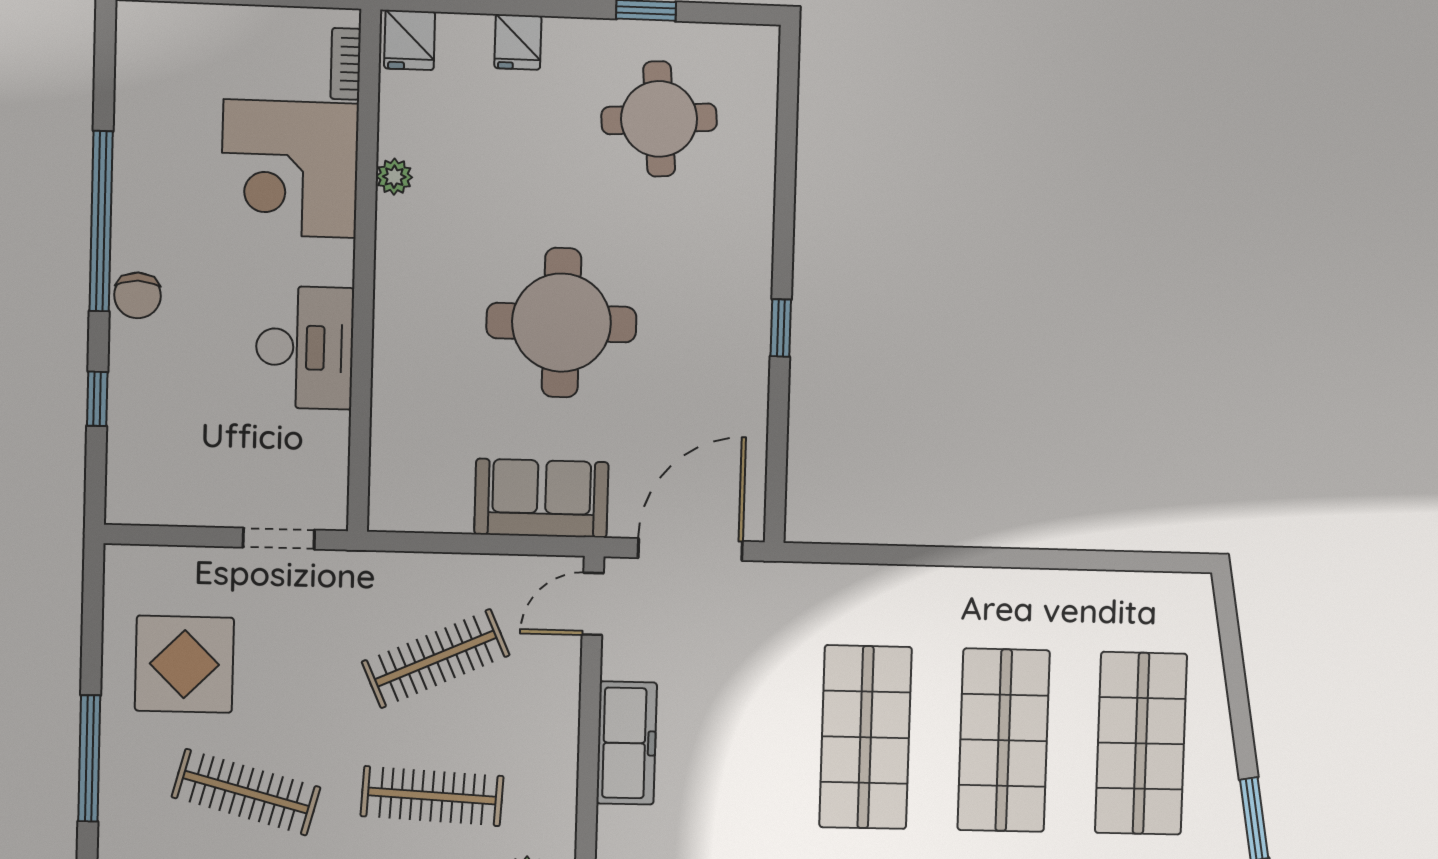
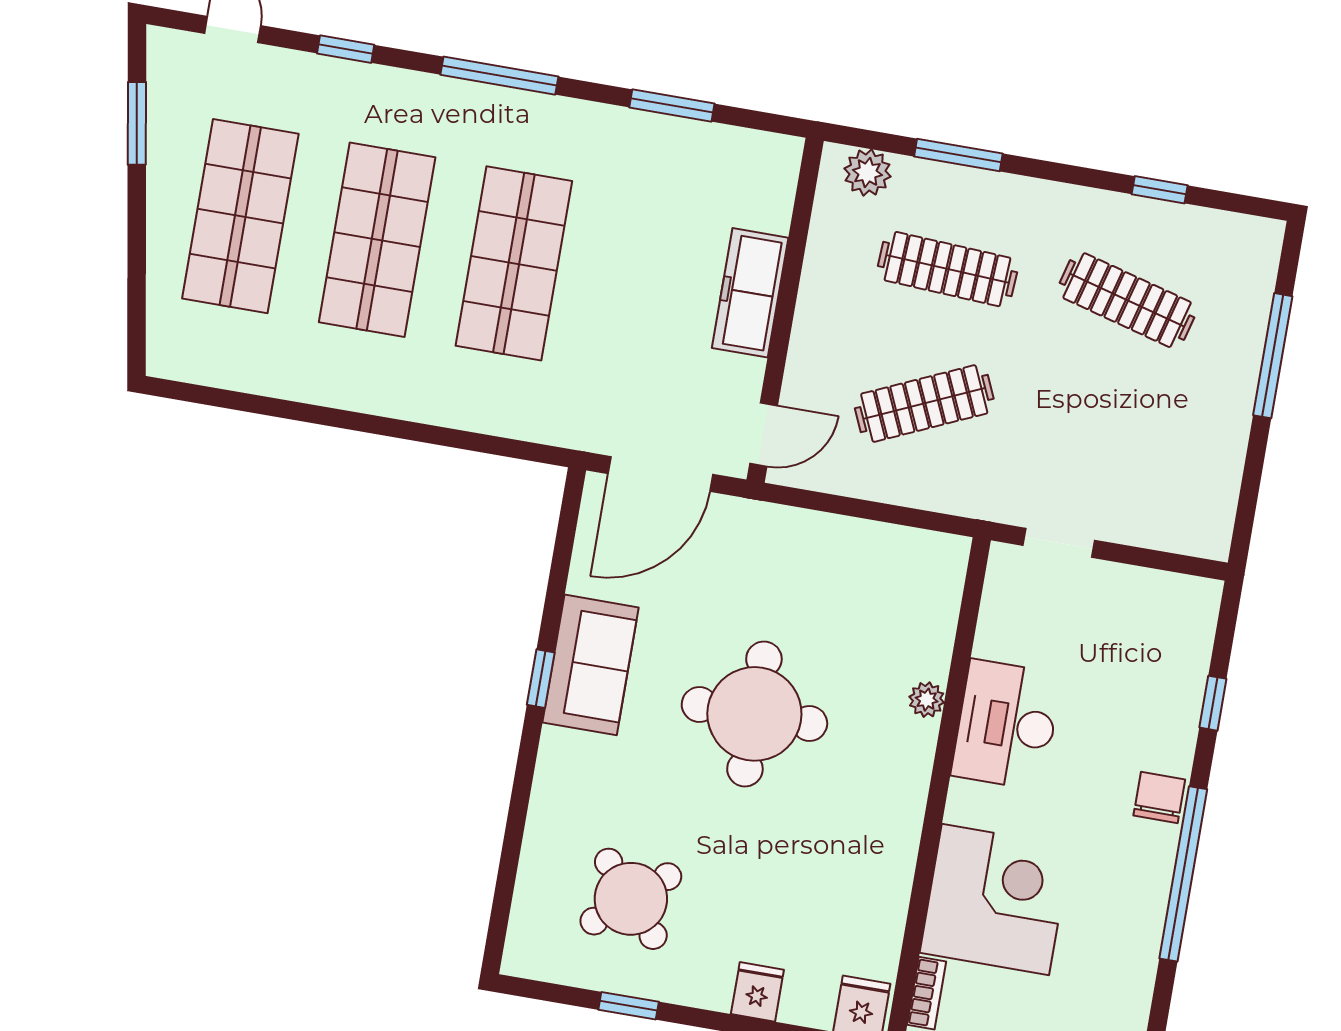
round table: (659, 119) -> (631, 899), turned -37
plant: (394, 177) -> (927, 700), moved
sofa: (541, 498) -> (591, 665), moved, turned -90
display table: (184, 664) -> (1168, 434), removed

